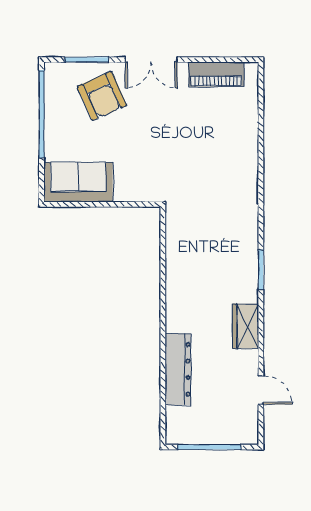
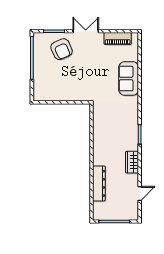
double door: (151, 60) -> (86, 31), swing flipped
sofa: (78, 182) -> (129, 79), moved, turned -90
door: (261, 390) -> (140, 194), hinge flipped

